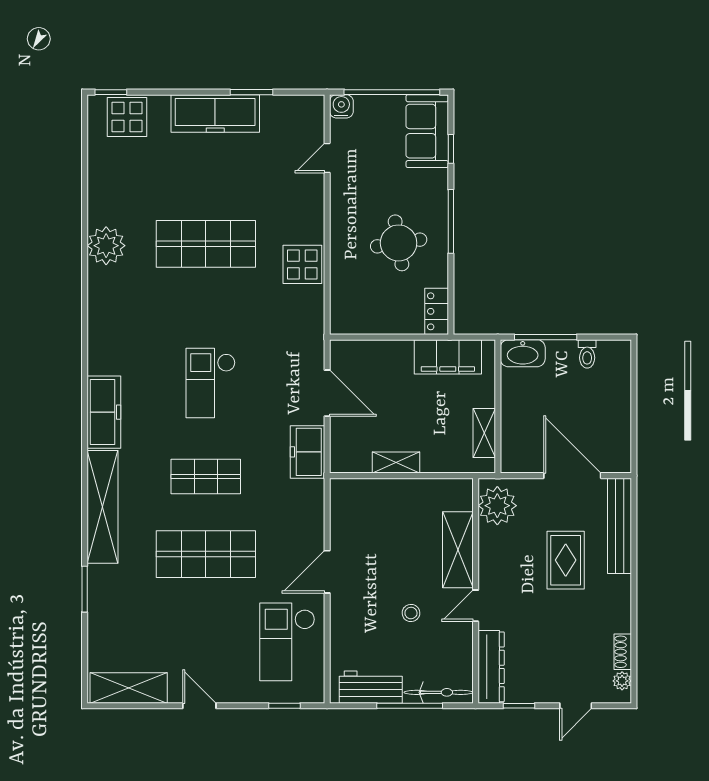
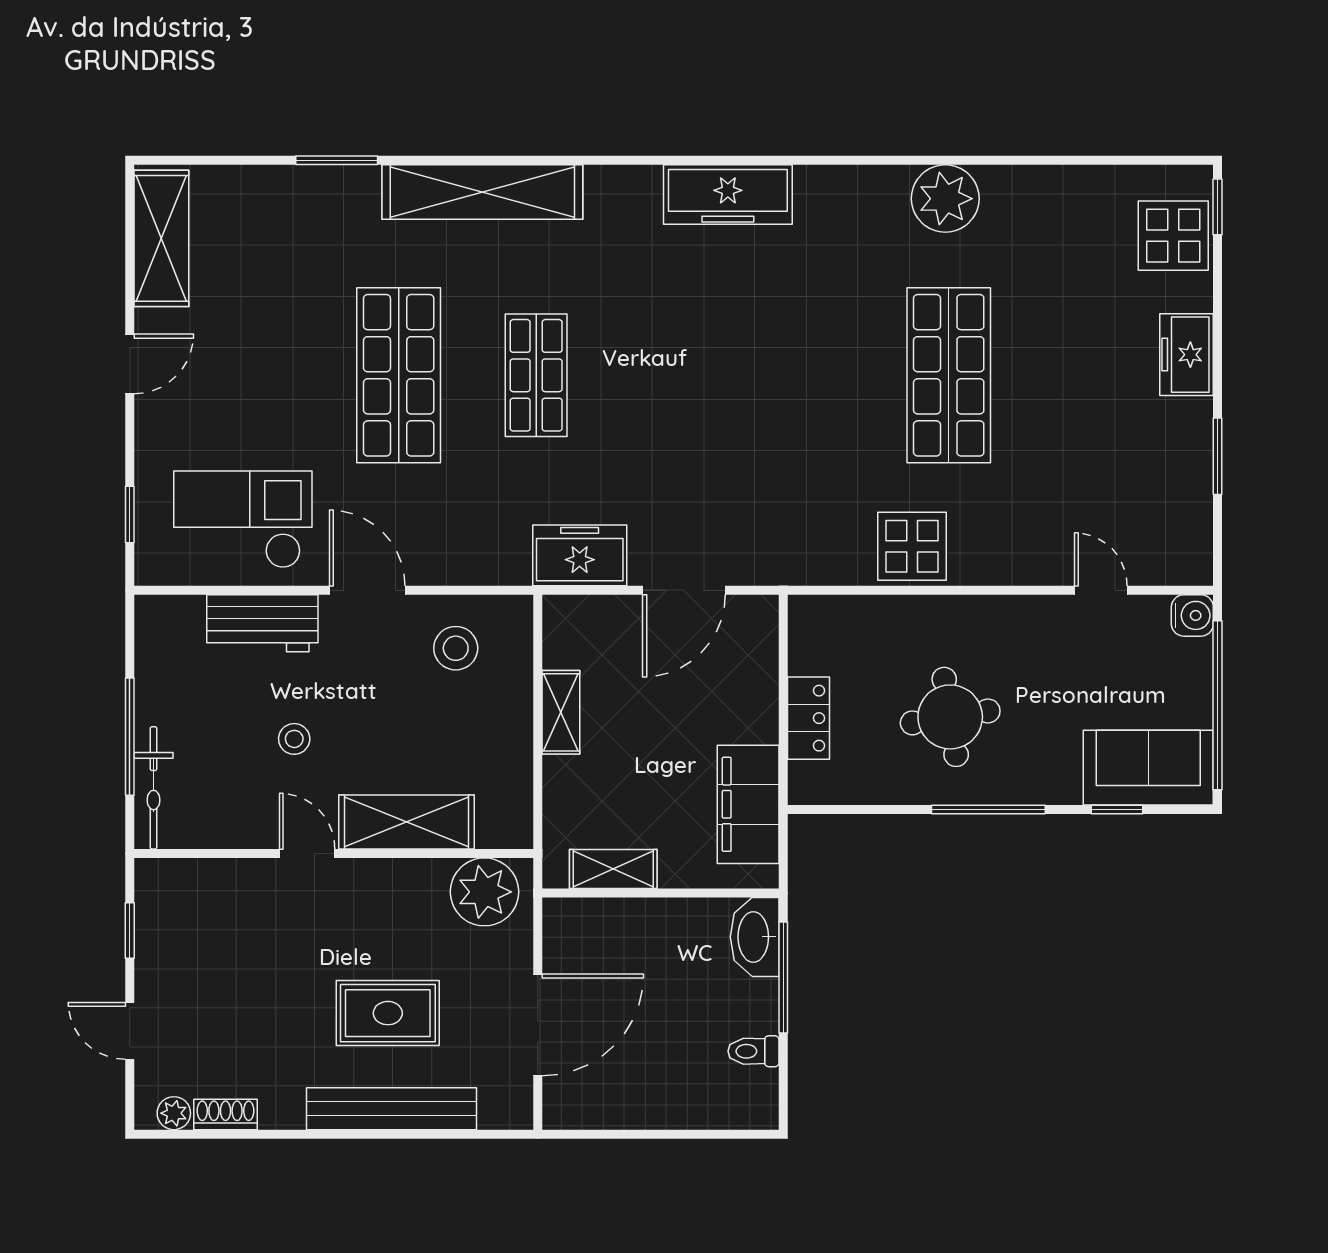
freezer: (215, 113) -> (1187, 355), width x0.52, depth x0.79
locker: (437, 311) -> (809, 718), moved, turned 90
checkout: (211, 383) -> (702, 384), removed
freezer: (104, 412) -> (728, 195), moved
stool: (360, 522) -> (456, 648), added
bench: (620, 526) -> (392, 1109), moved
dresser: (491, 667) -> (199, 881), removed
workbench: (371, 687) -> (262, 623), moved, turned 90

